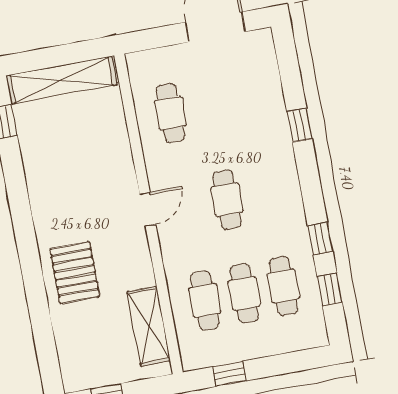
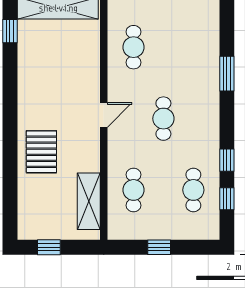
window: (299, 125) -> (227, 74), width x1.50
cafe table: (244, 293) -> (163, 190), removed
window: (229, 374) -> (159, 247), moved

